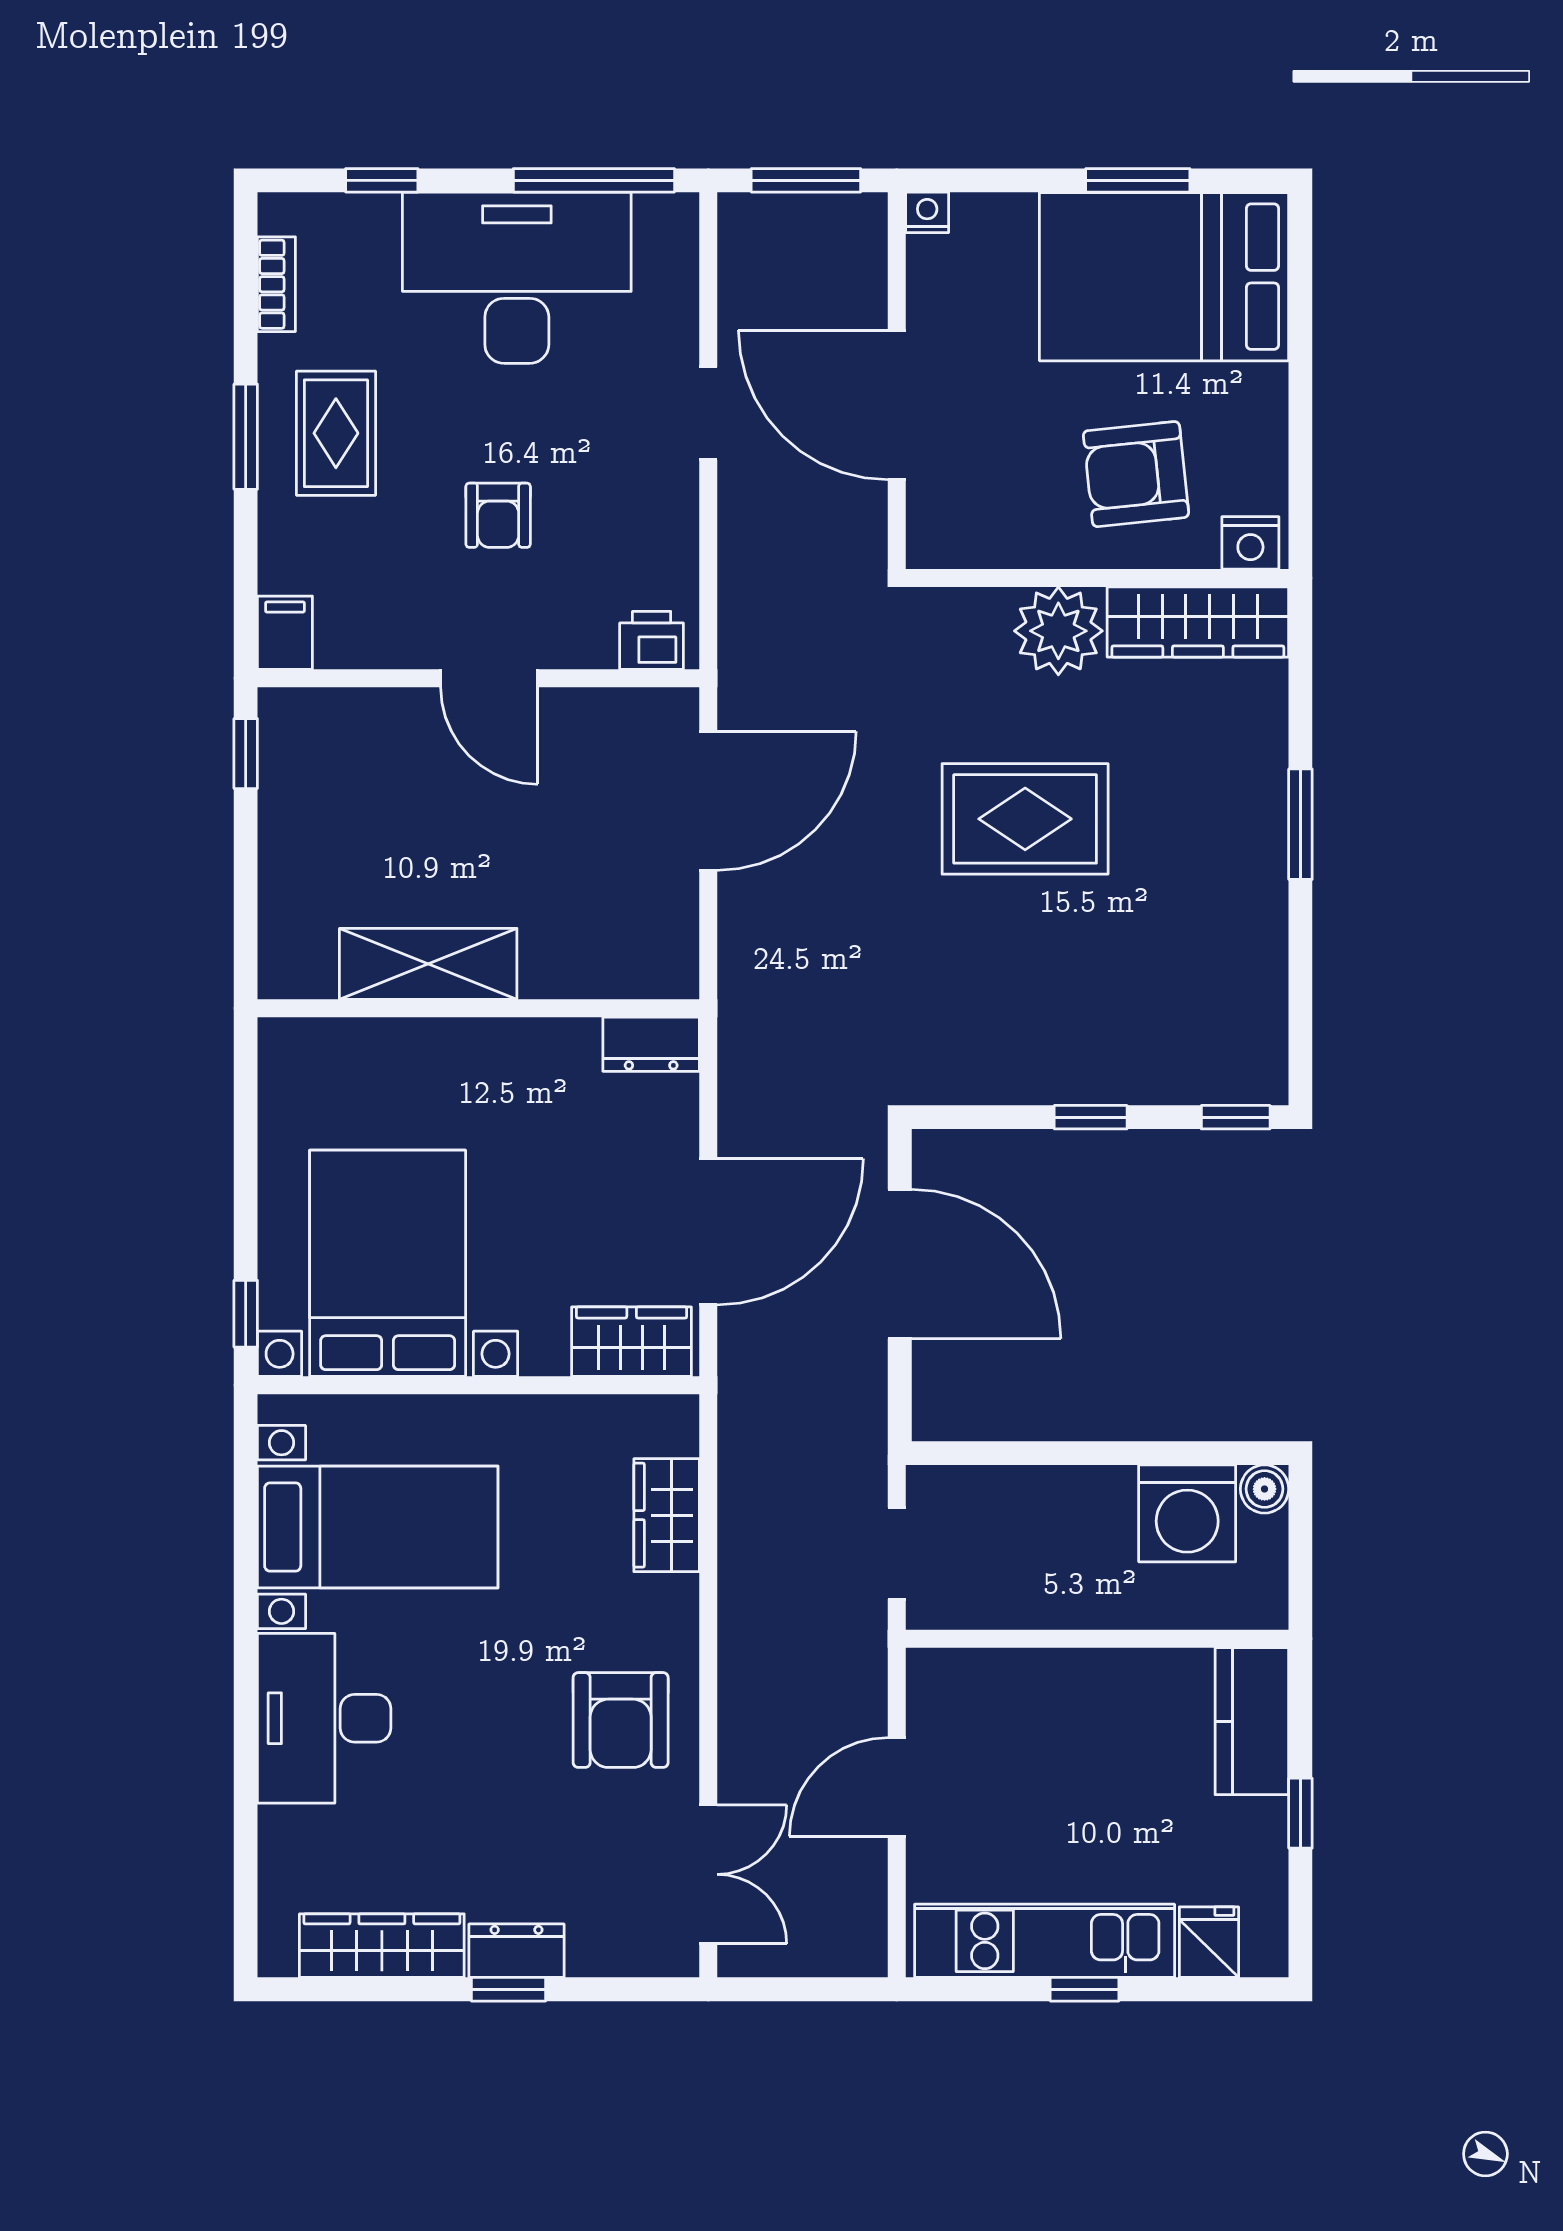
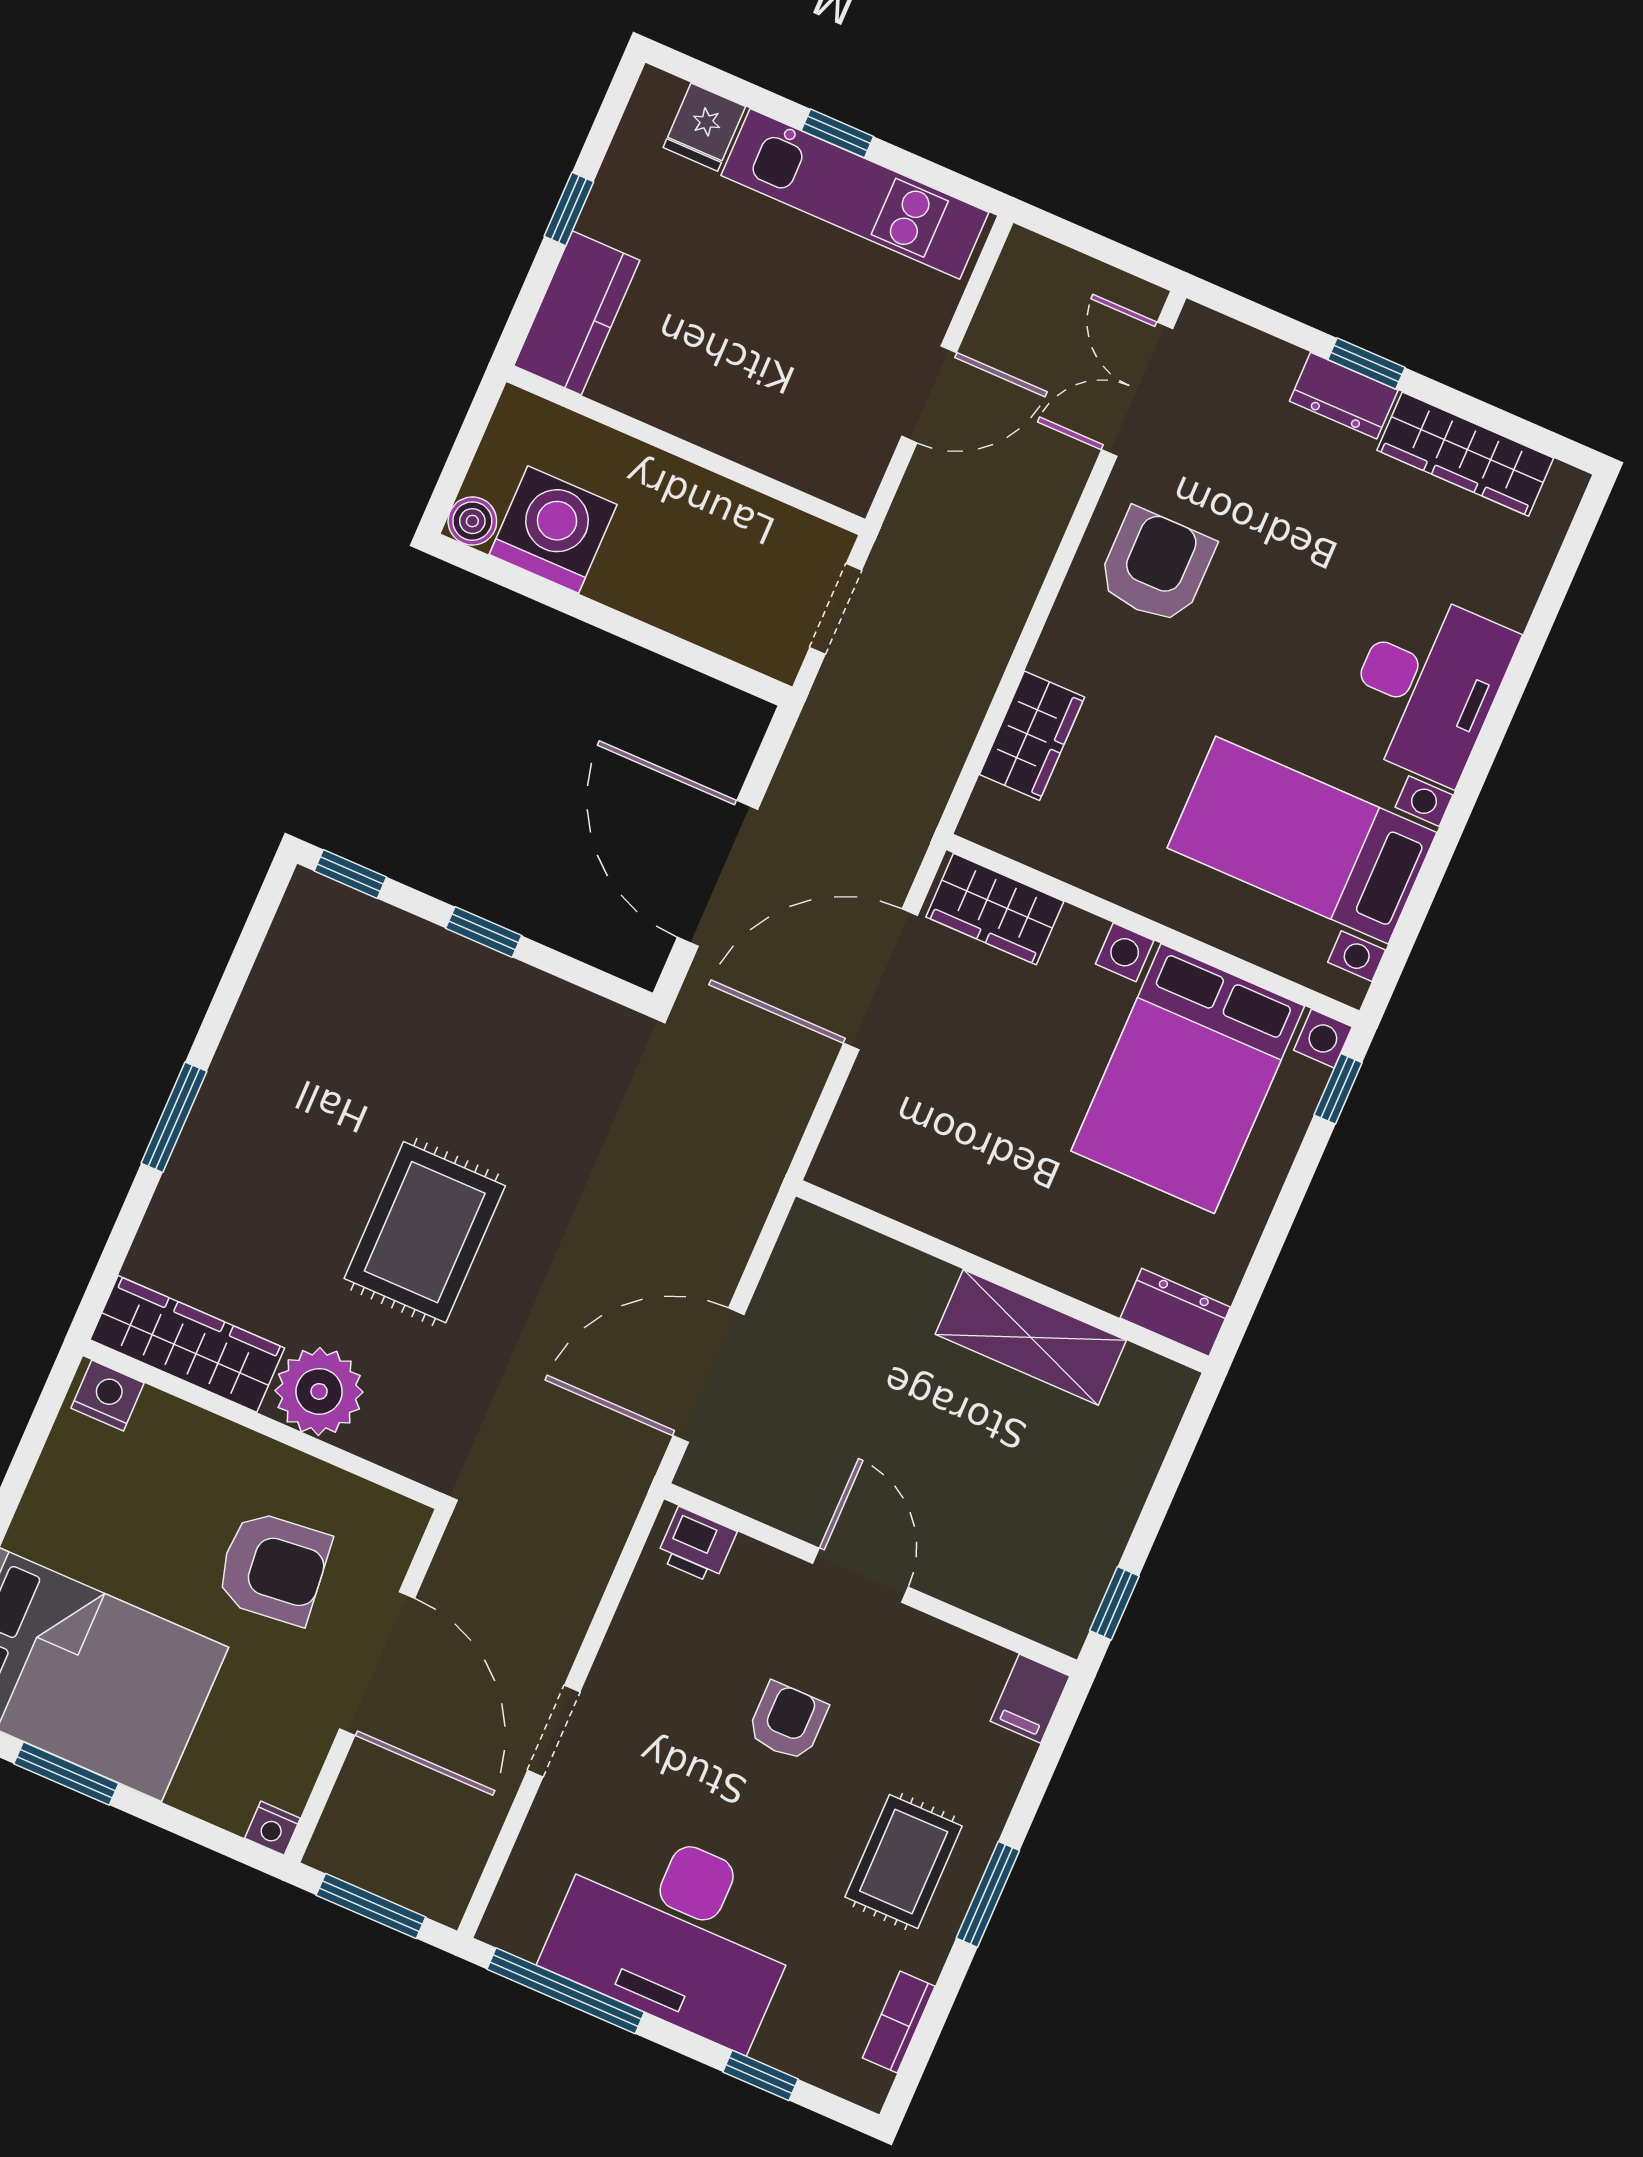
armchair: (1136, 474) -> (273, 1568), moved
rug: (1025, 819) -> (425, 1232), turned 90
dresser: (651, 1044) -> (1175, 1312), moved

